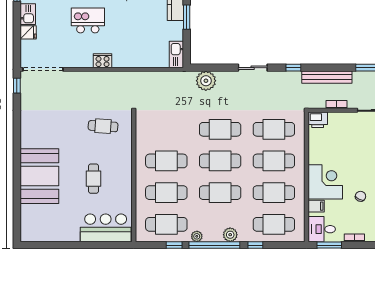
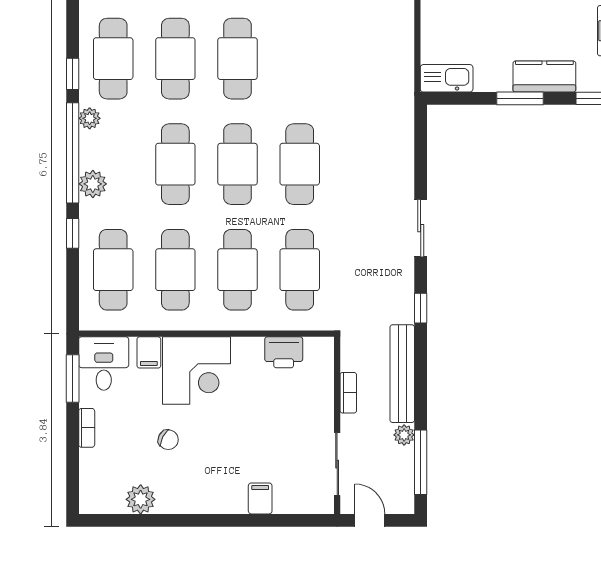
plant: (206, 81) -> (404, 435), moved, width x0.53, depth x0.53
printer: (318, 120) -> (284, 352), moved, turned -90

